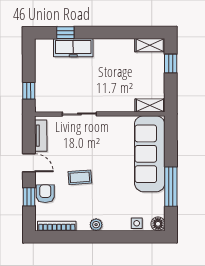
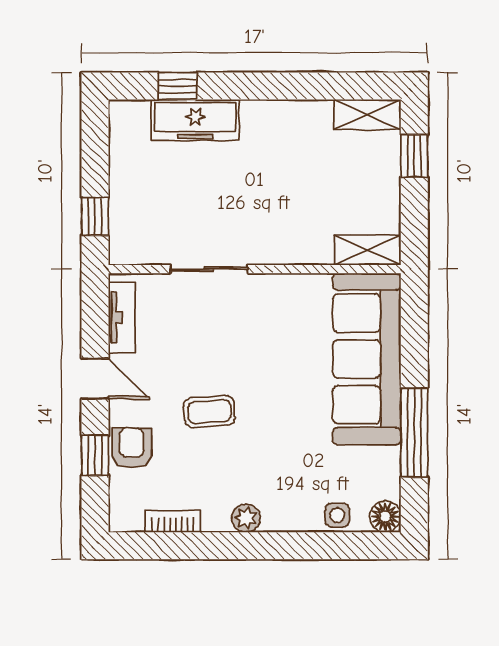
bookcase: (57, 226) -> (173, 521), width x0.64

